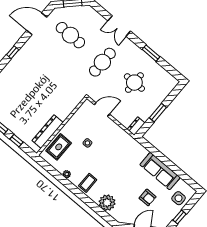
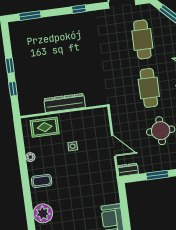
cafe table: (102, 62) -> (149, 88), turned 90
door: (102, 109) -> (114, 146), moved
dresser: (48, 132) -> (65, 103), moved

